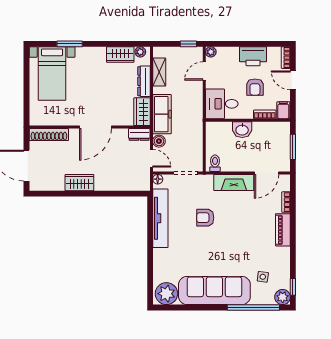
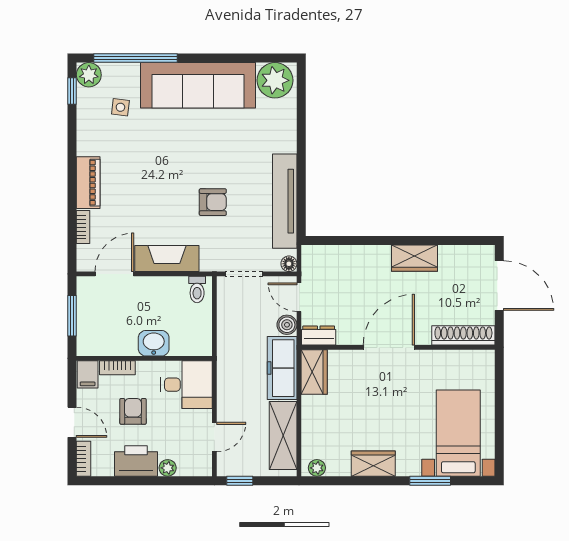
plant: (211, 52) -> (168, 468), moved
wardrobe: (120, 55) -> (373, 464), moved
shelving: (159, 72) -> (283, 436), width x1.50, depth x1.33
dresser: (144, 81) -> (311, 421), removed

